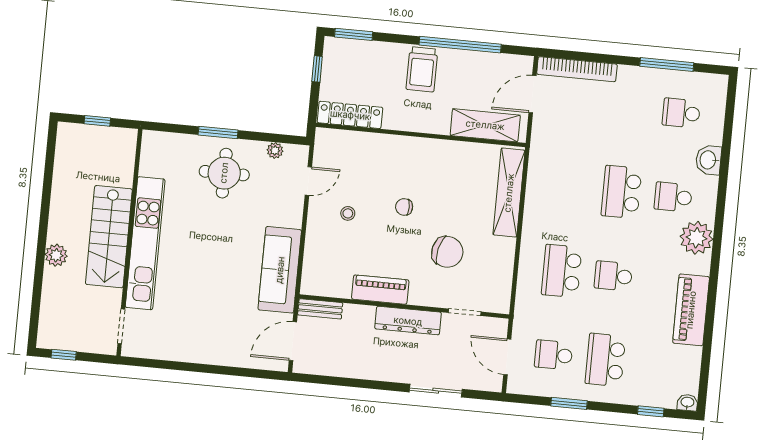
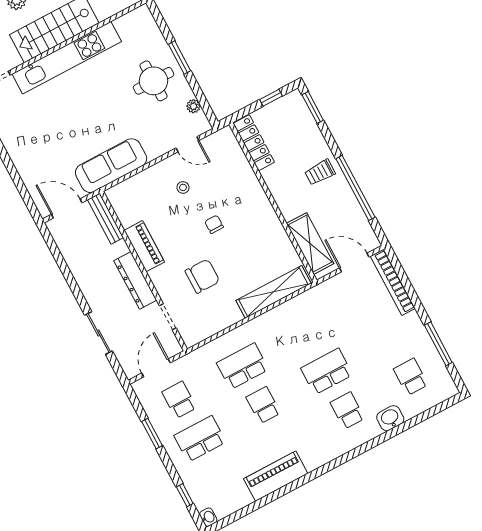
trolley: (422, 69) -> (320, 172), width x0.73, depth x0.72
plant: (696, 238) -> (329, 446), removed
chair: (447, 252) -> (202, 276), turned -103
bench: (320, 309) -> (106, 219), width x1.36

